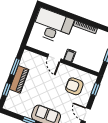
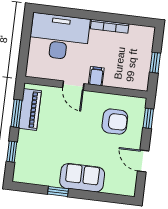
piano: (19, 79) -> (30, 110), moved
armchair: (74, 86) -> (115, 122), turned 180

